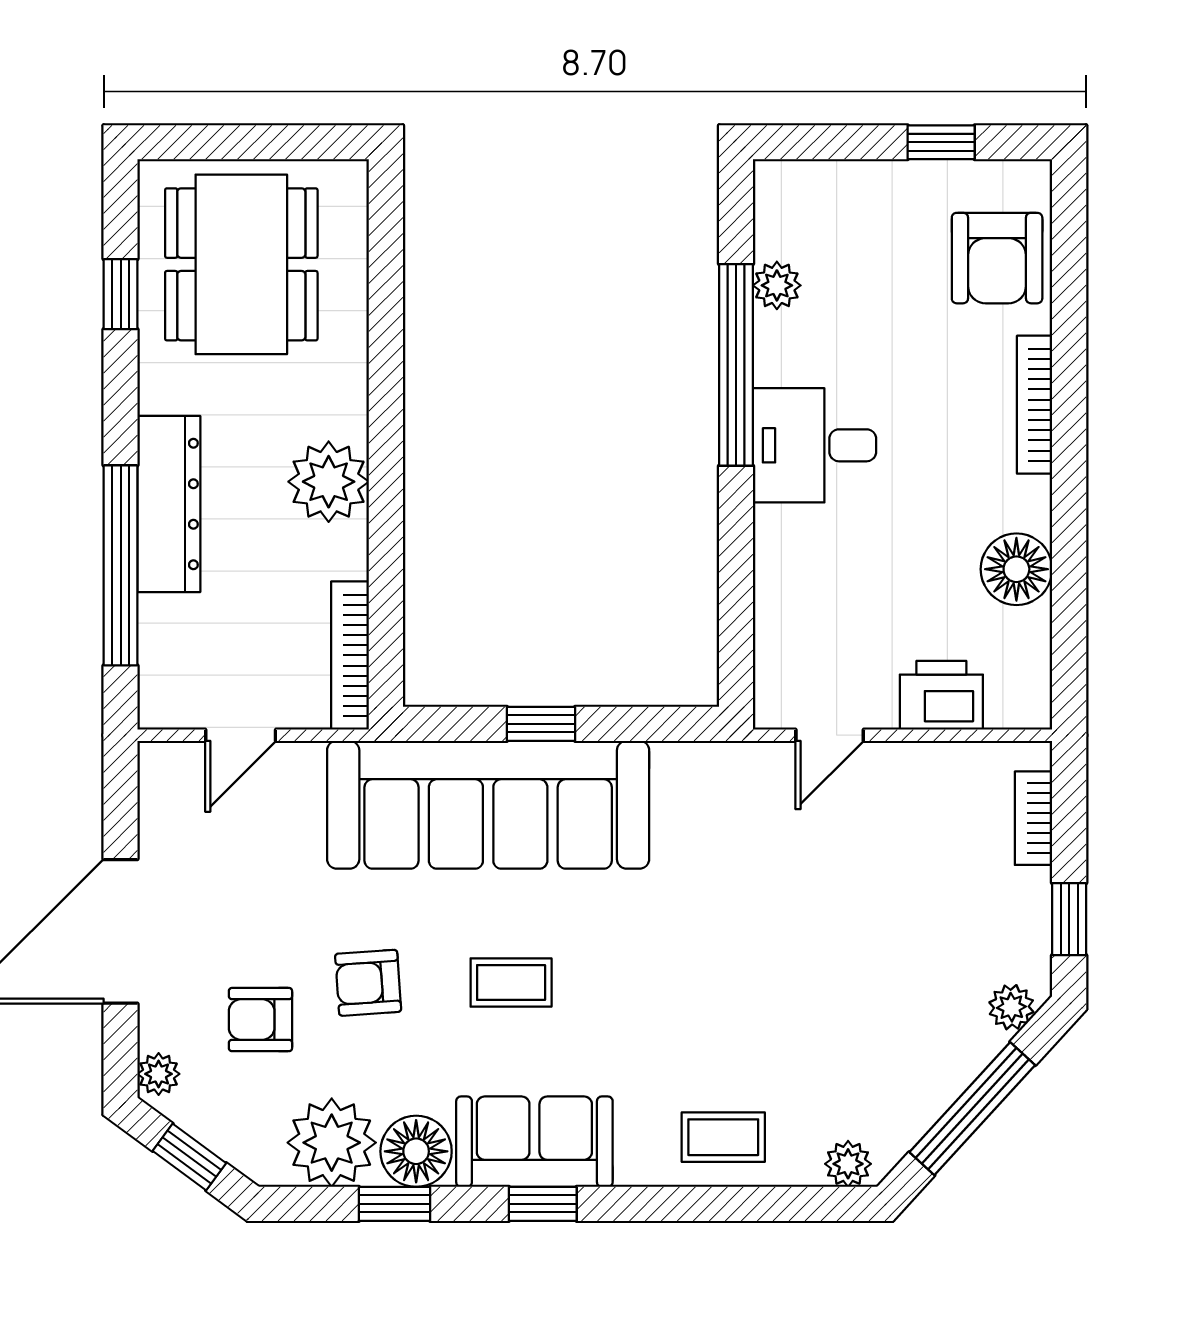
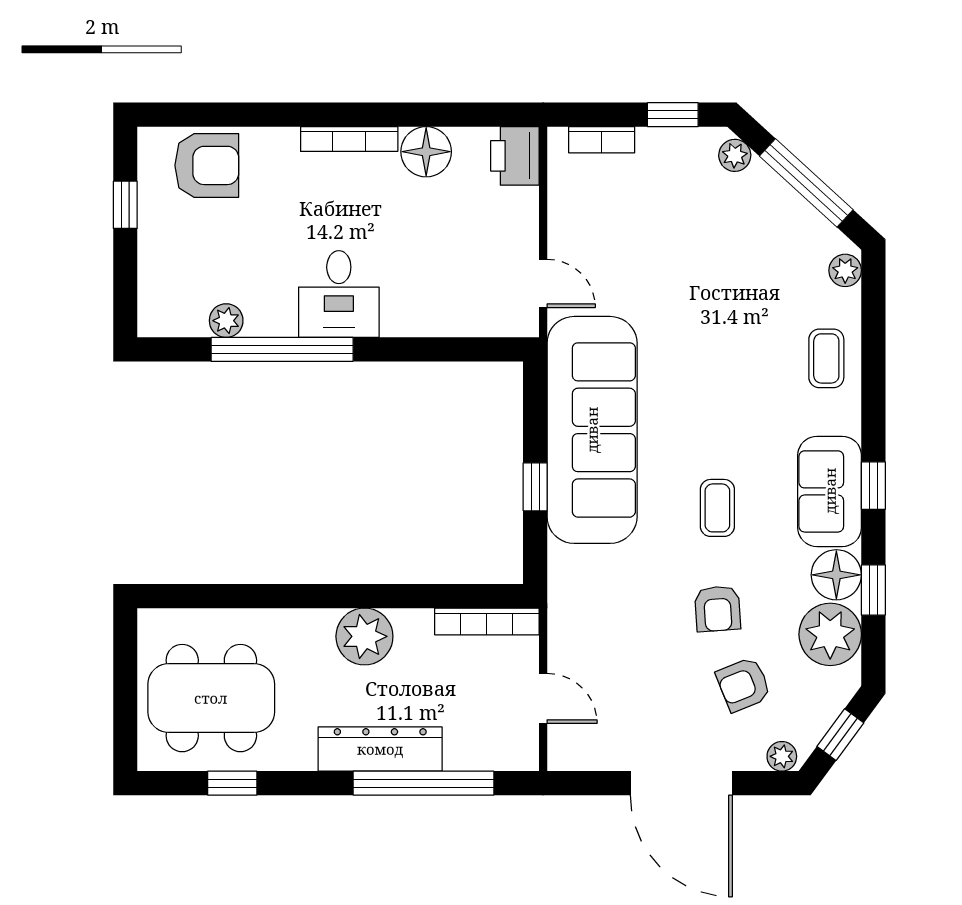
bookcase: (1035, 405) -> (349, 139), moved
printer: (941, 695) -> (515, 156), moved
sofa: (488, 805) -> (592, 430), moved
armchair: (260, 1020) -> (743, 685), turned 68

